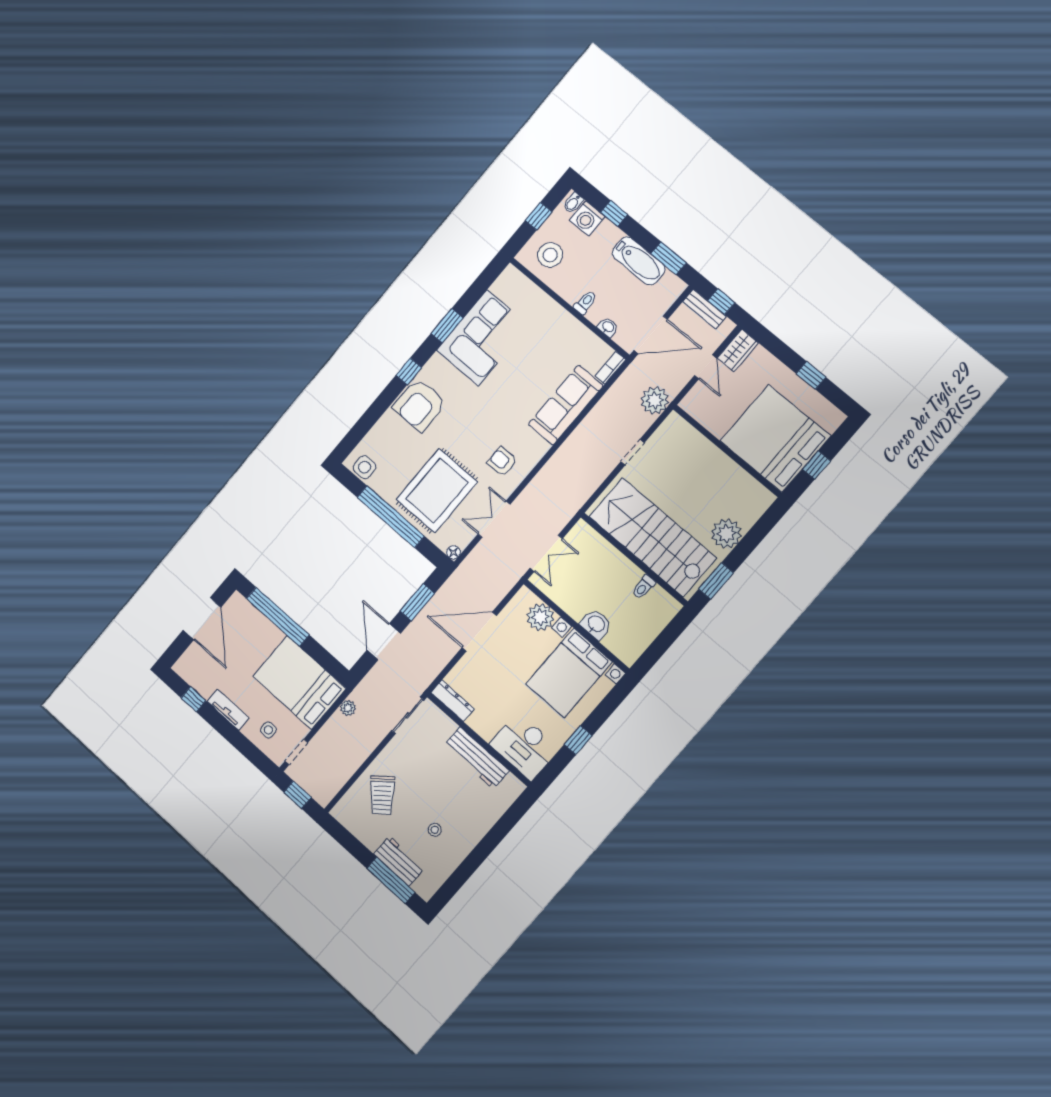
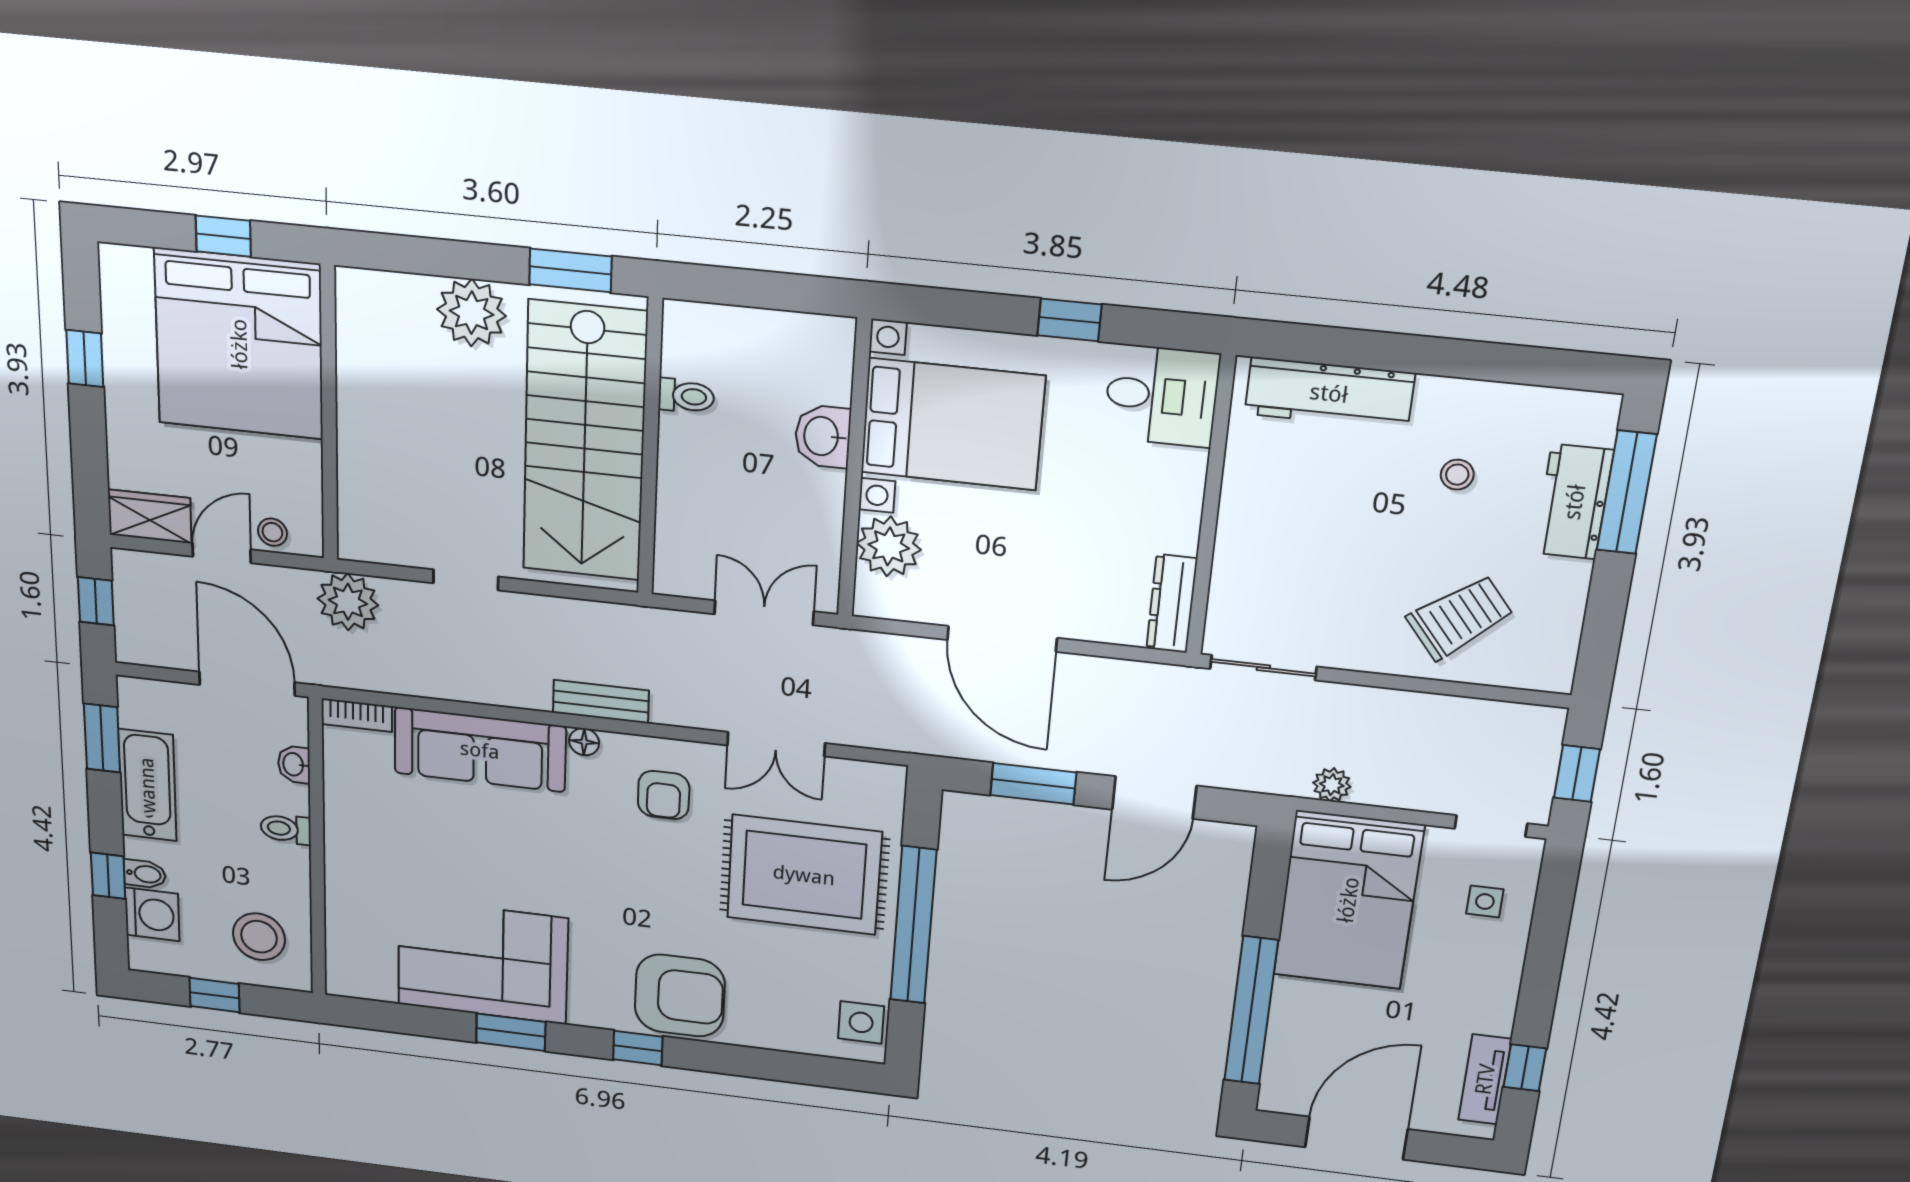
bidet: (573, 203) -> (145, 874), moved
bench: (704, 309) -> (601, 702), moved, turned 90
stool: (700, 393) -> (272, 532), added
floor lamp: (453, 552) -> (584, 742), moved
tv unit: (228, 710) -> (1485, 1079), moved
desk: (524, 746) -> (1162, 396), width x0.73
workbench: (477, 758) -> (1329, 393), moved, turned 90

